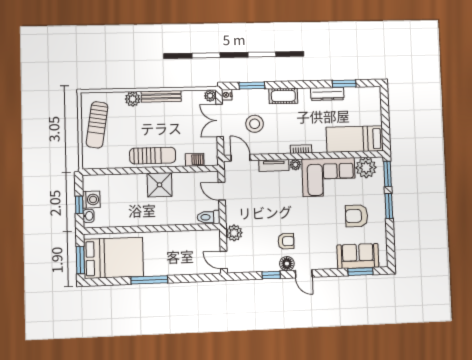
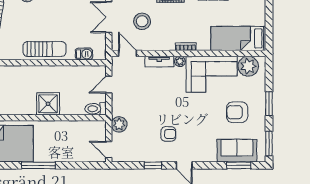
window: (387, 174) -> (269, 144), moved
shower: (160, 185) -> (48, 104), moved
door: (222, 191) -> (109, 85), hinge flipped
floor lamp: (287, 264) -> (168, 155), removed

